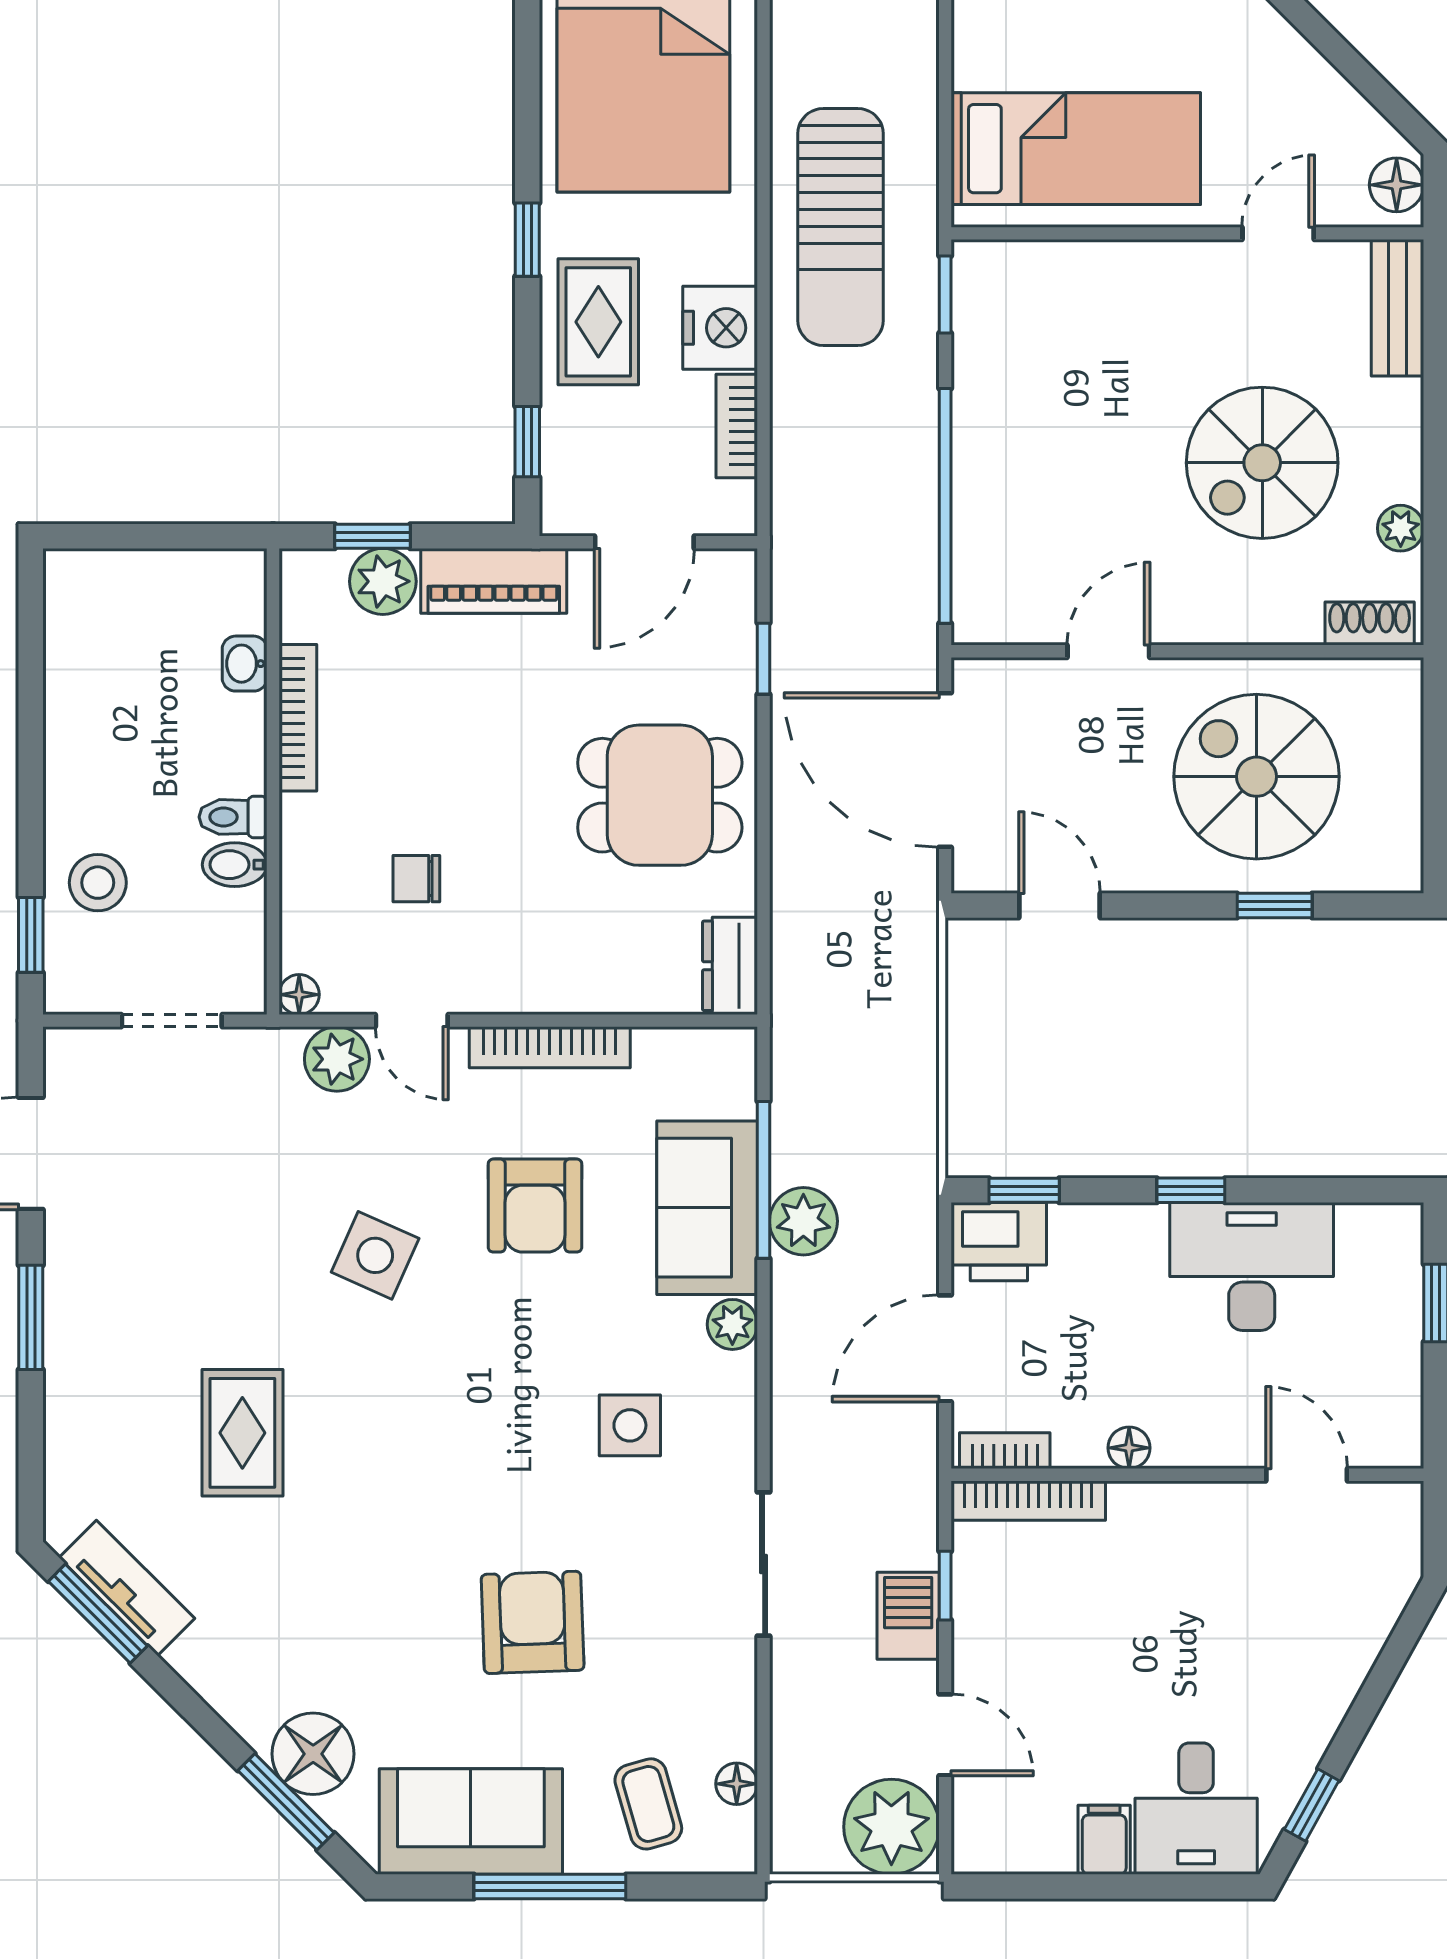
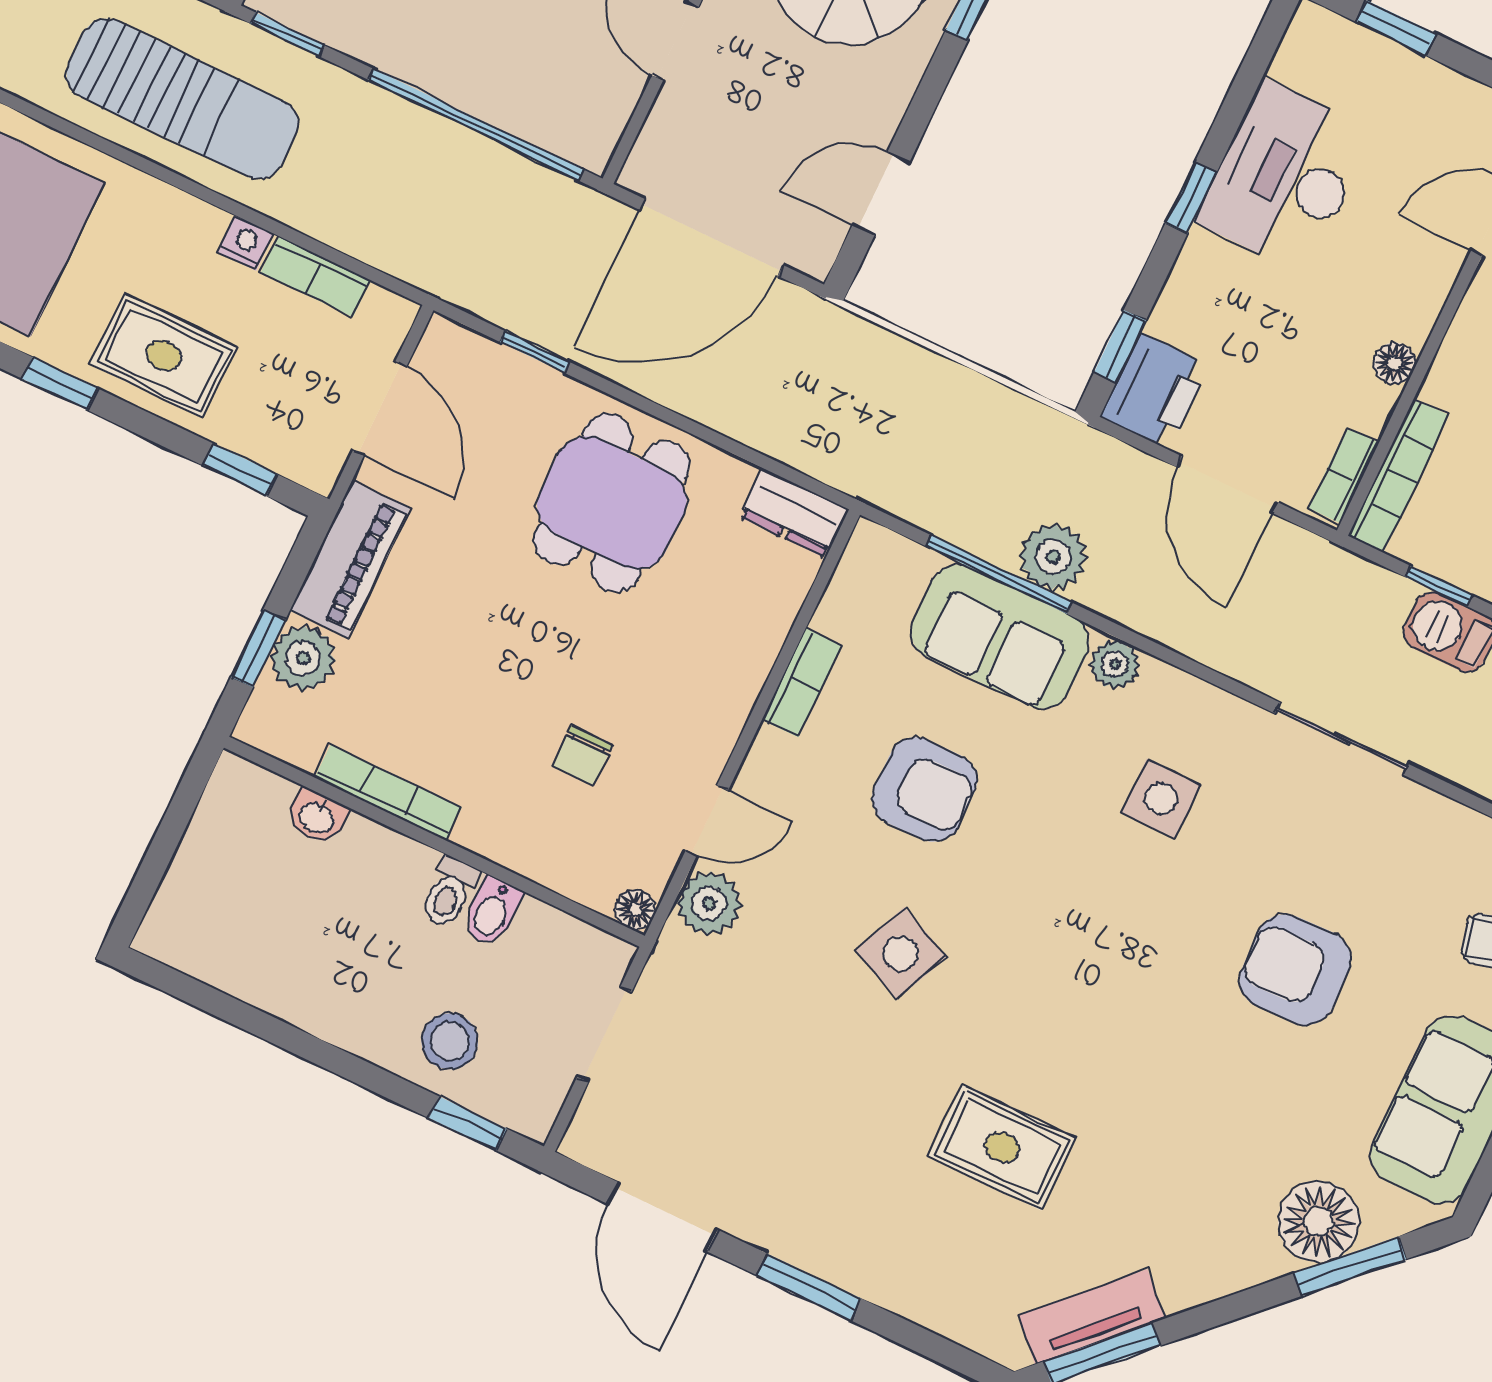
nightstand: (720, 328) -> (245, 243), width x0.53, depth x0.56
bookcase: (550, 1047) -> (802, 683), width x0.64

